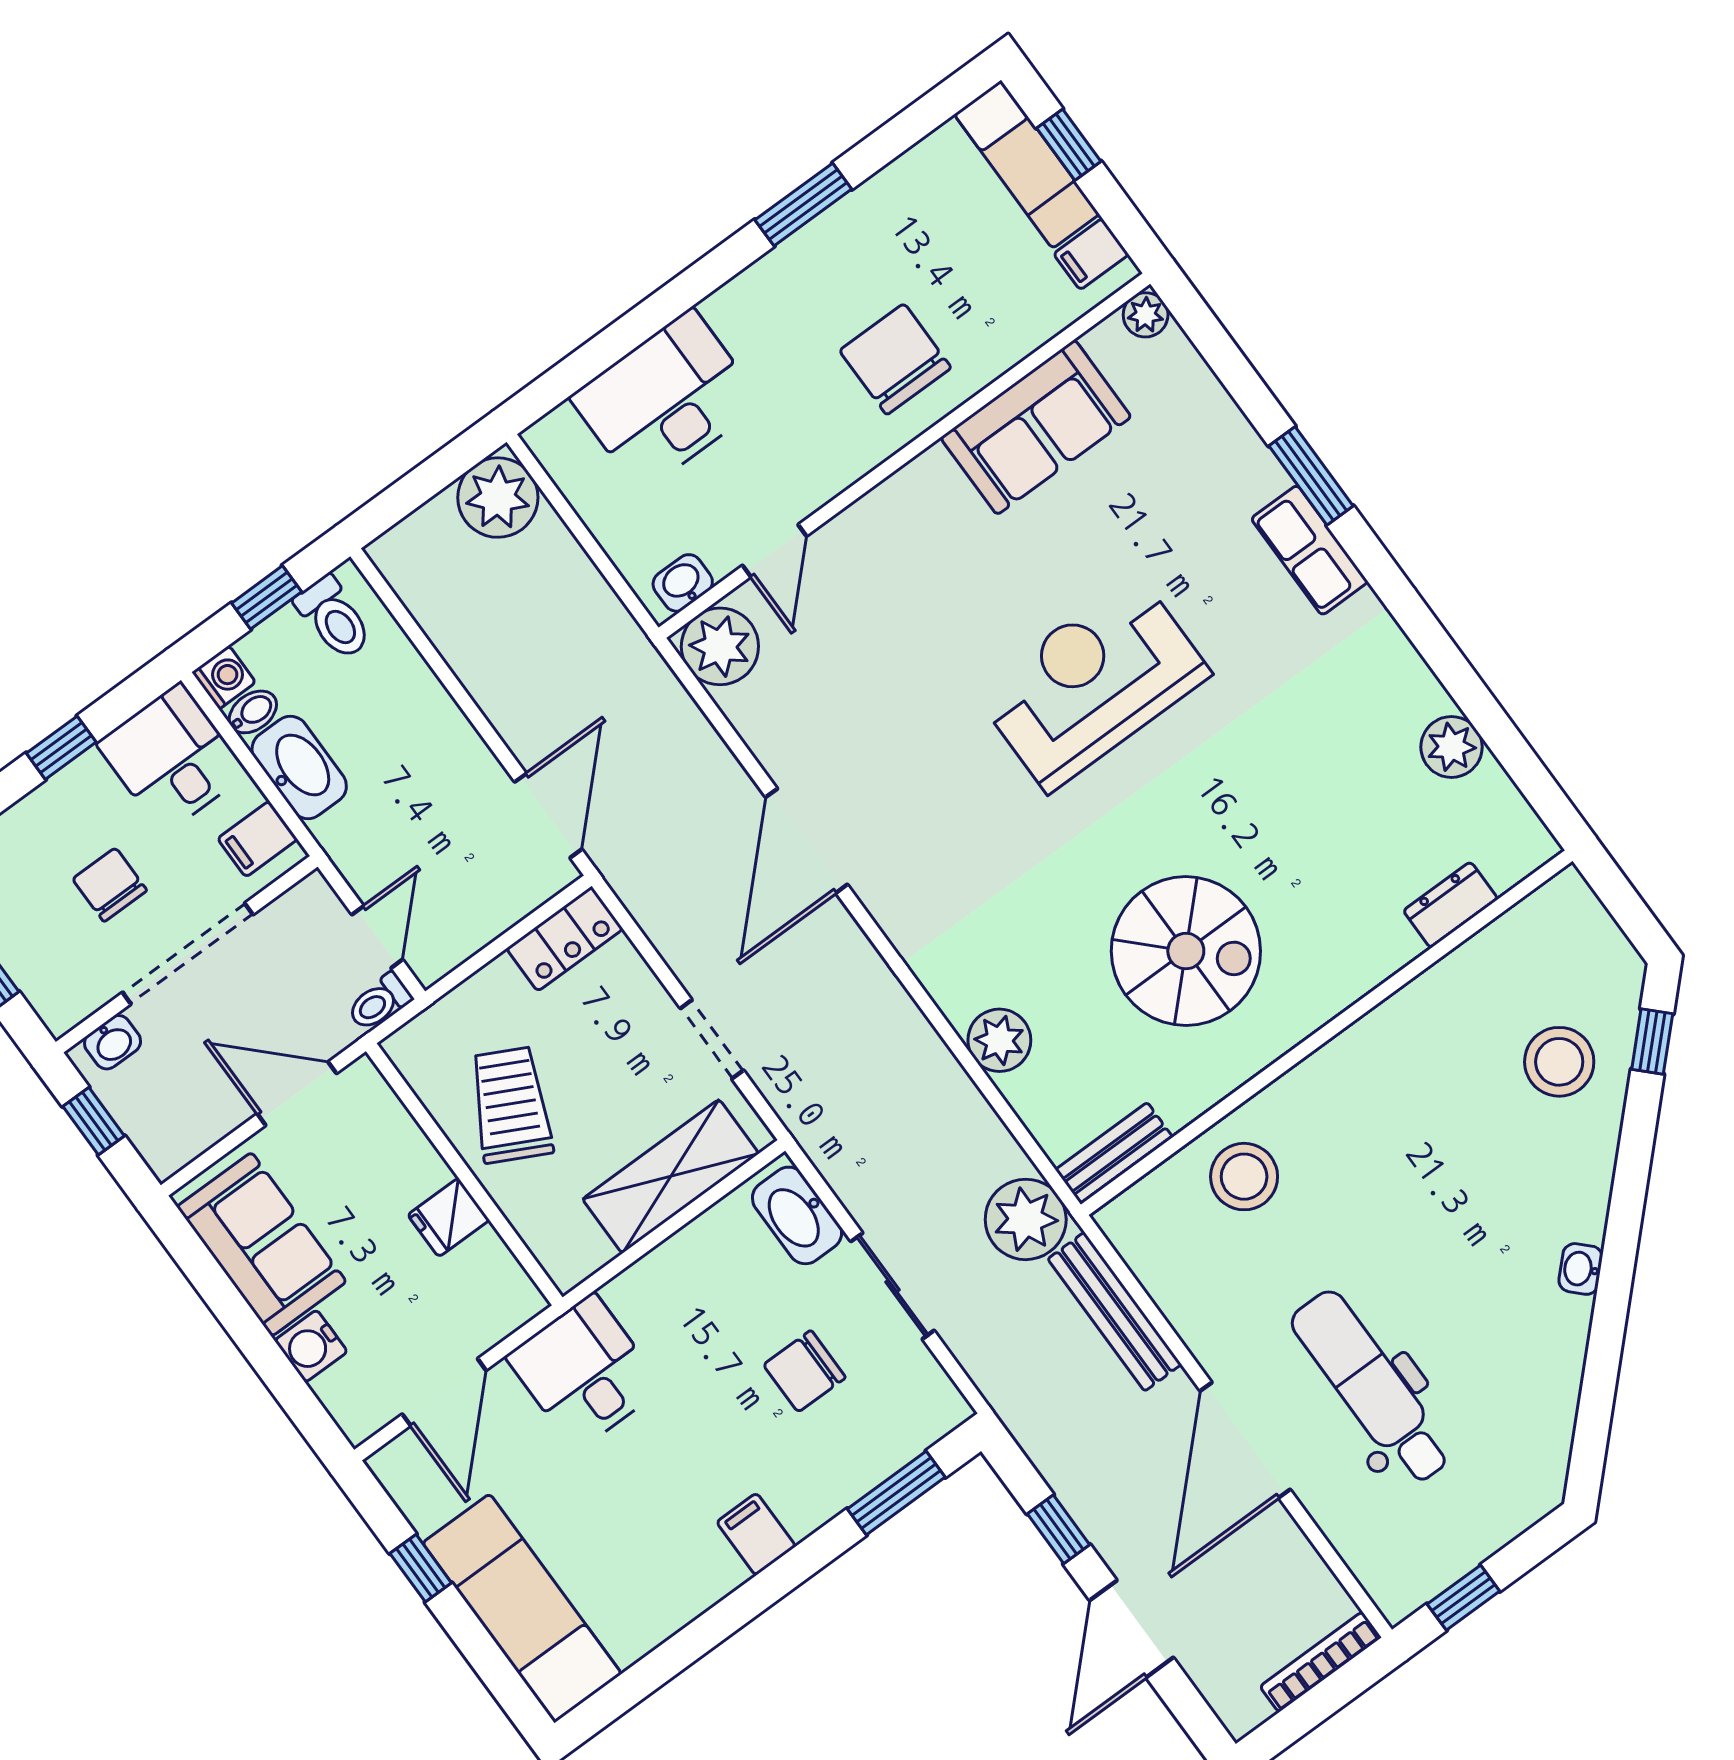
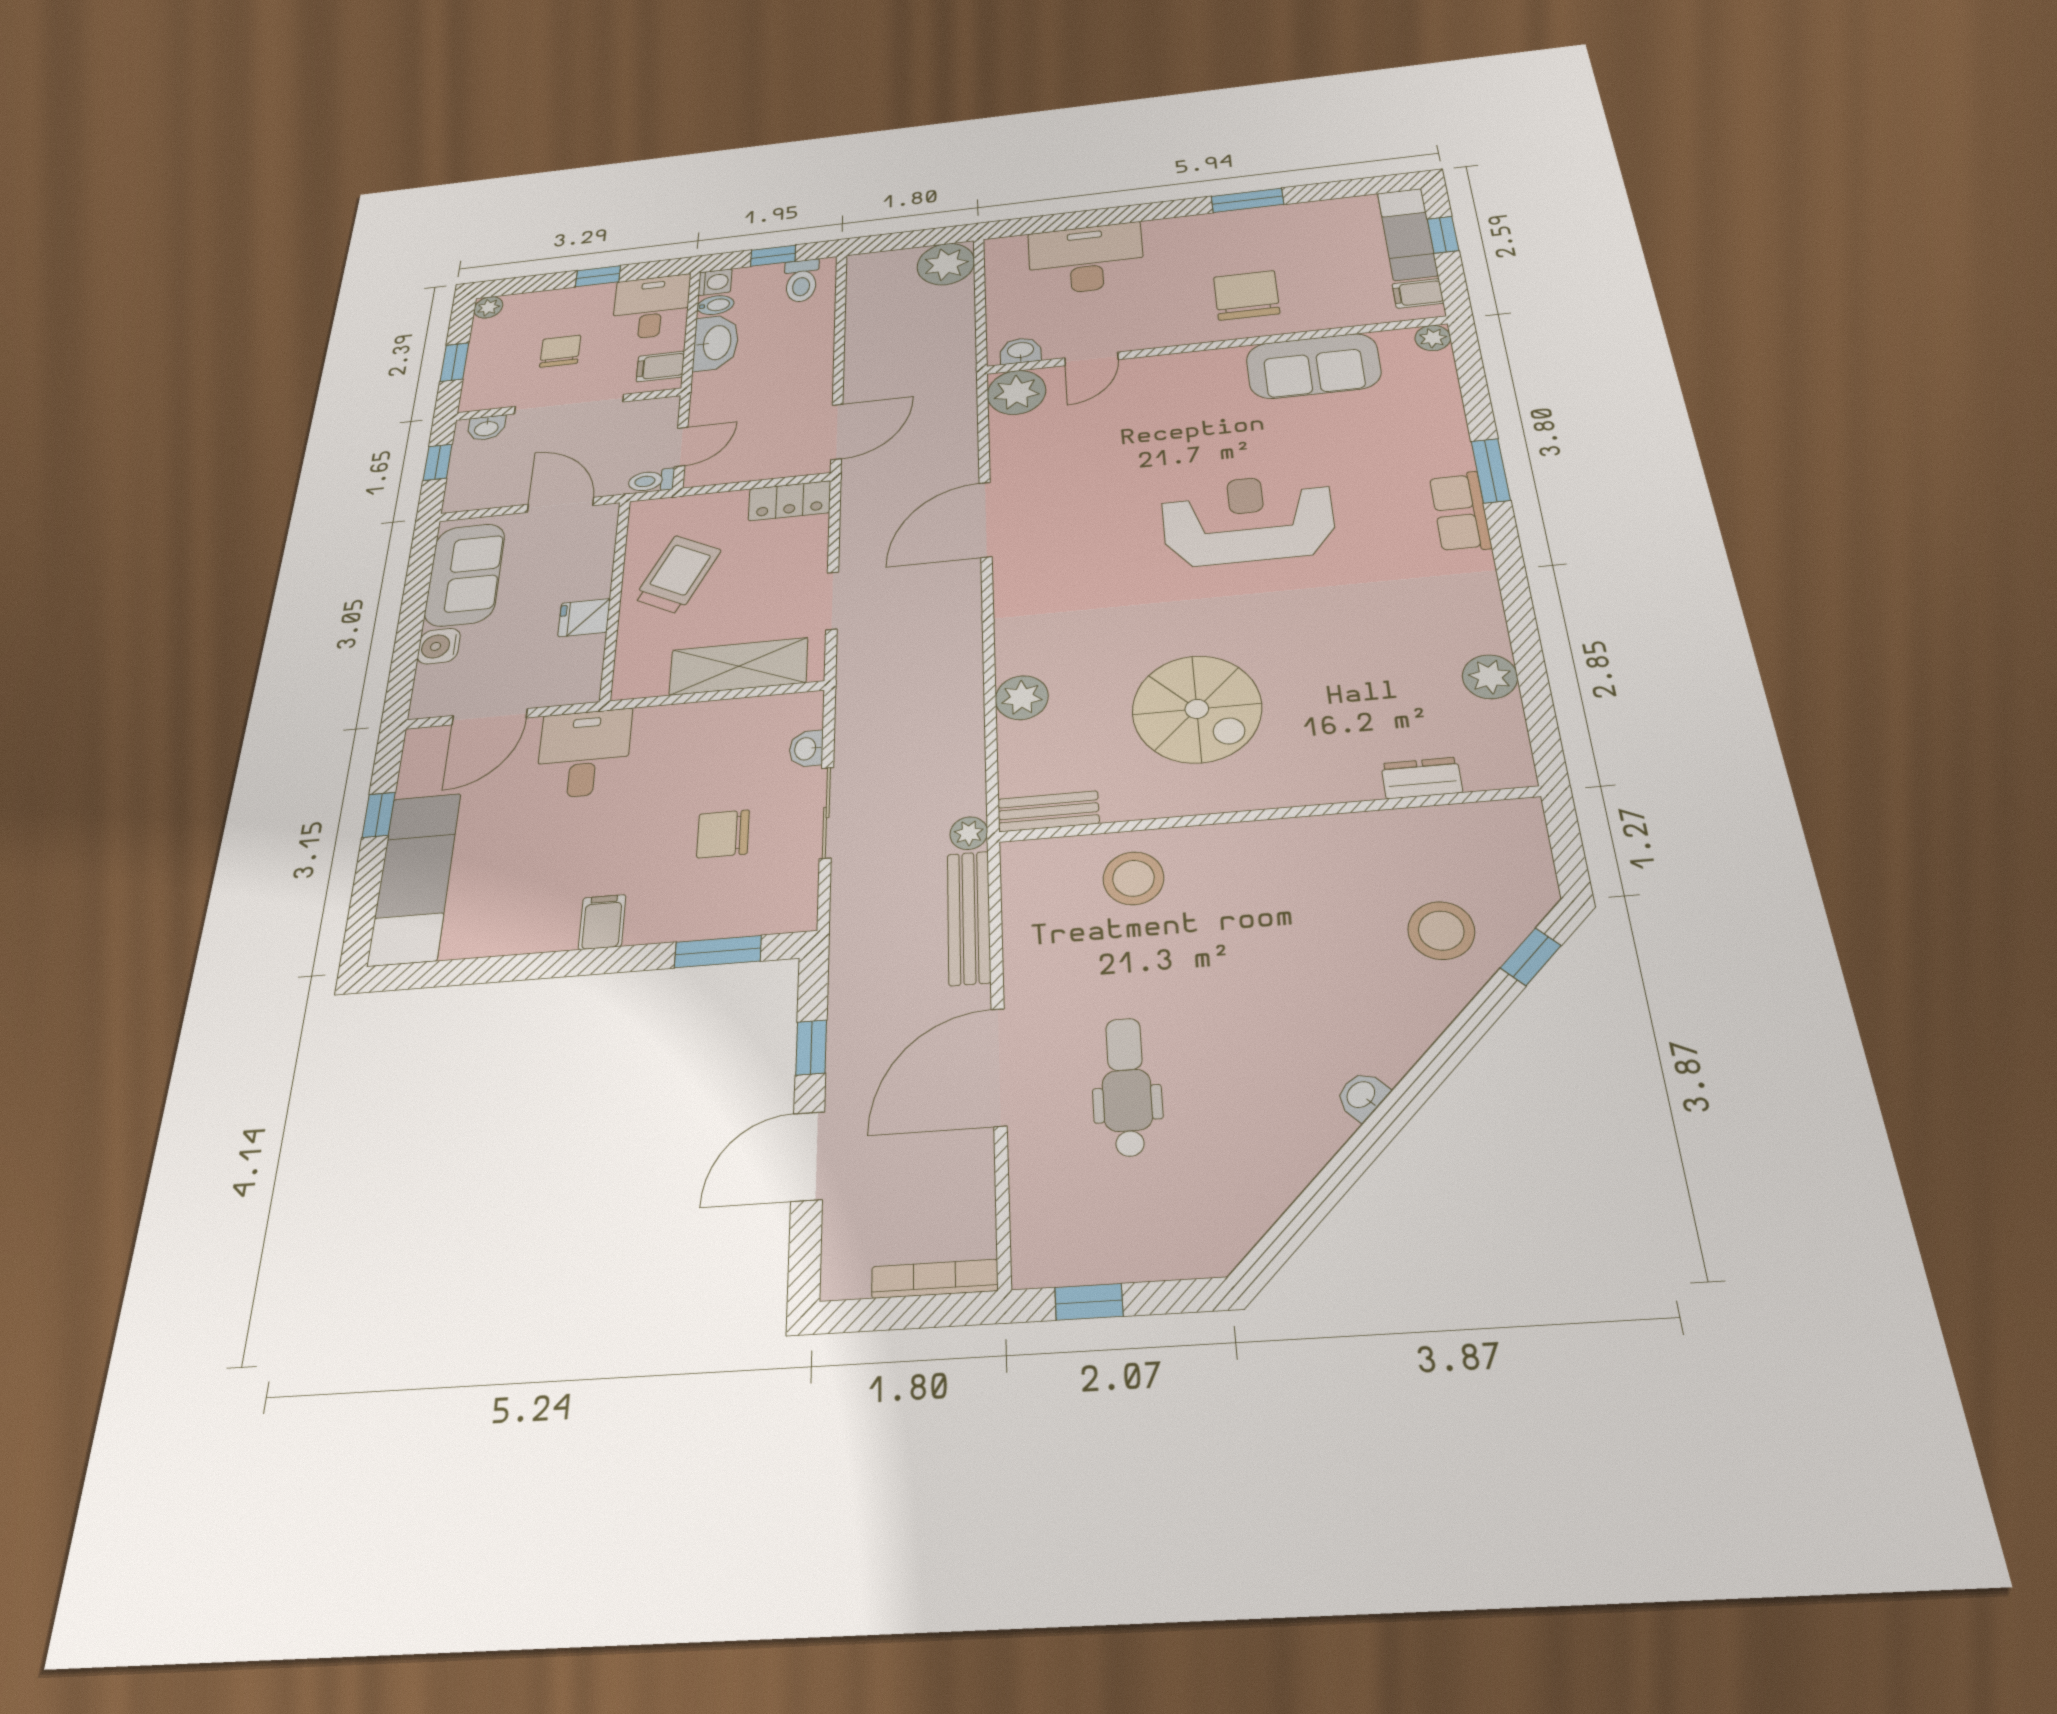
washbasin: (797, 1215) -> (806, 749), width x0.52, depth x0.69
plant: (1026, 1219) -> (969, 833), width x0.53, depth x0.53
dental chair: (1372, 1388) -> (1127, 1086), width x0.73, depth x0.72

